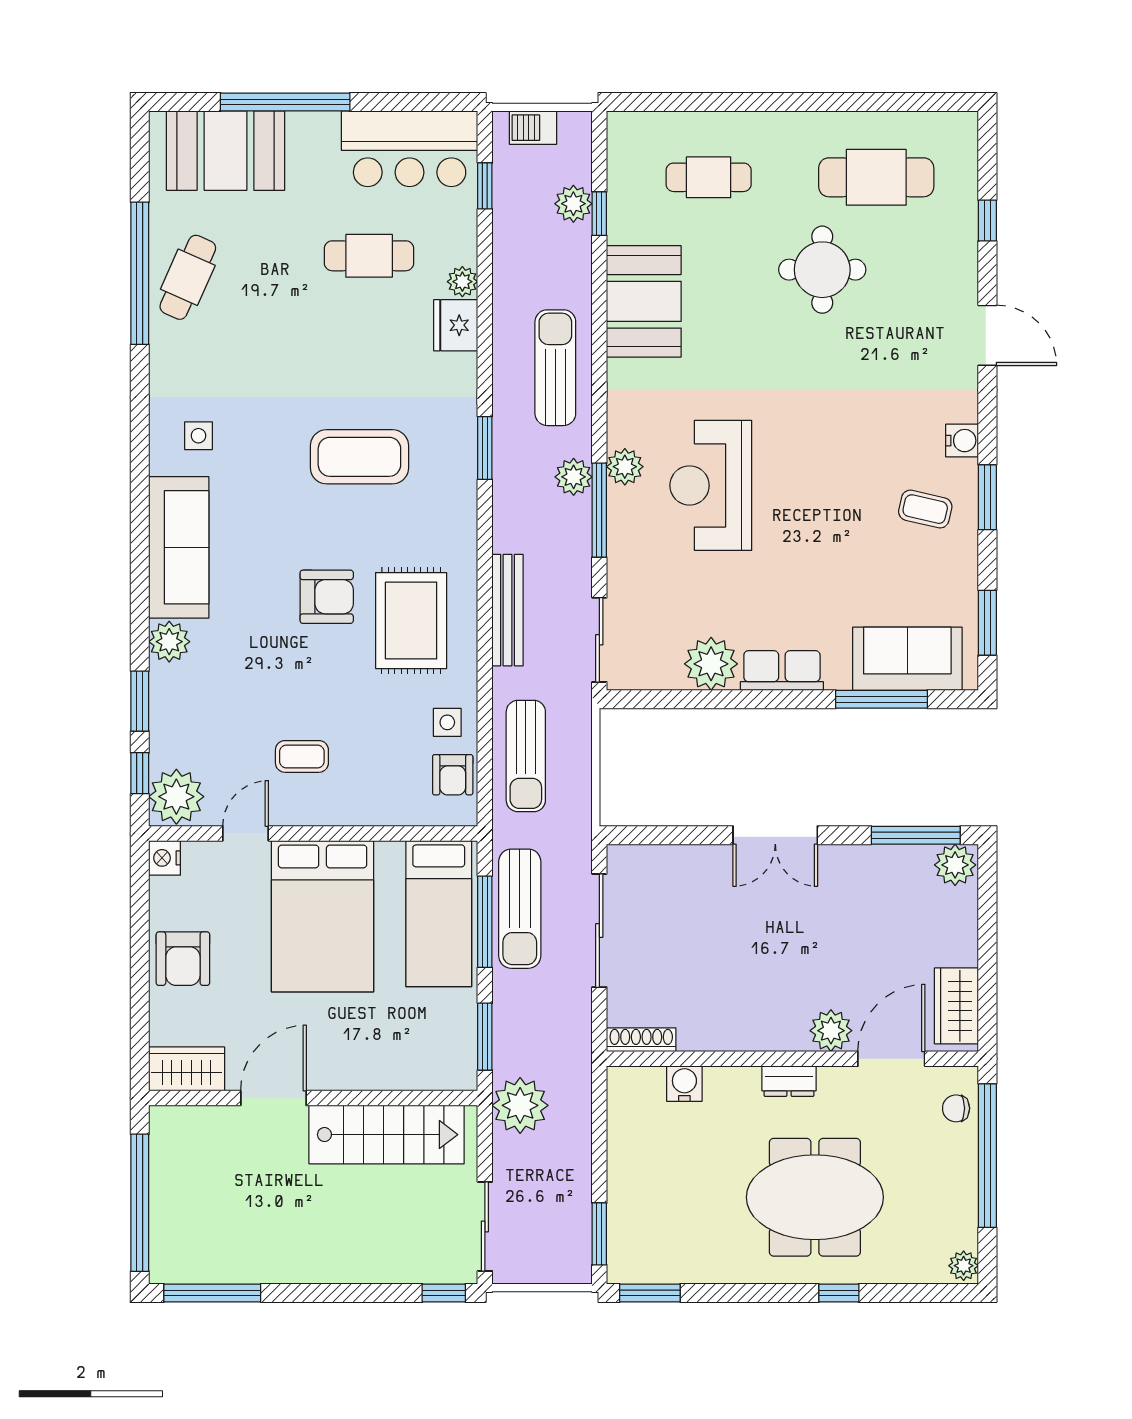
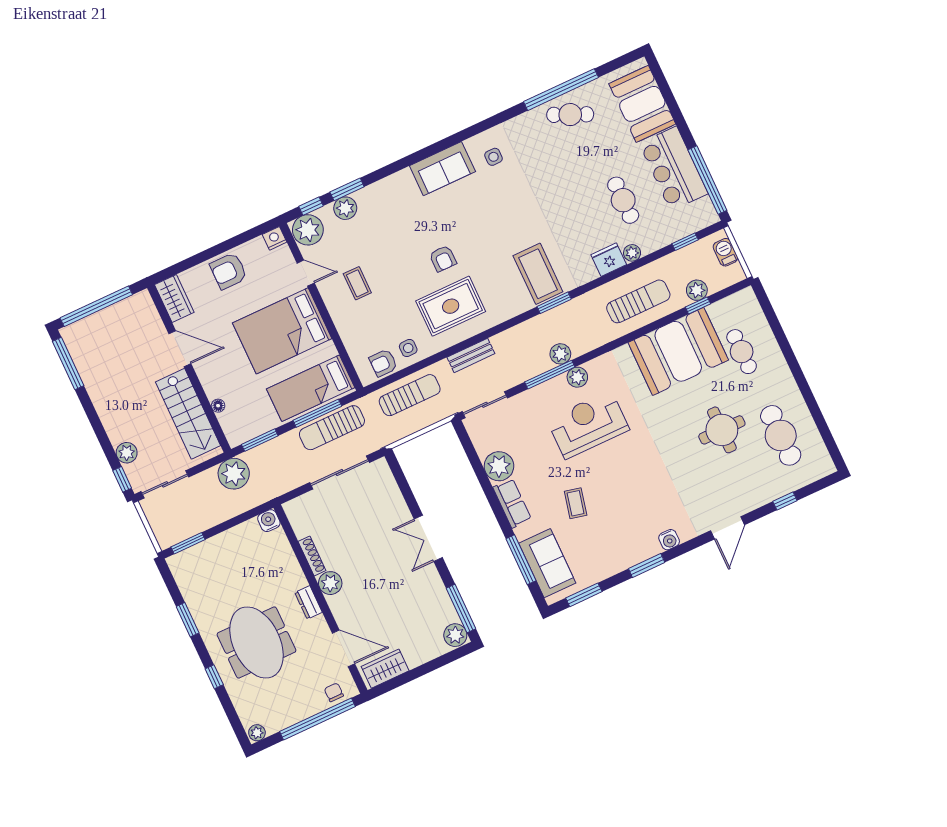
window: (285, 102) -> (707, 180), moved
bar counter: (410, 149) -> (674, 169), moved
booth: (644, 301) -> (678, 351), width x1.36, depth x1.42
sun lounger: (555, 368) -> (638, 301), moved
coffee table: (359, 457) -> (538, 274), moved
coffee table: (925, 509) -> (576, 503), moved
sofa: (179, 547) -> (442, 169), width x0.73
armchair: (327, 597) -> (443, 258), width x0.72, depth x0.72
bench: (508, 610) -> (471, 355), width x0.73
plant: (169, 642) -> (345, 208), moved
sun lounger: (526, 756) -> (410, 395), turned 180
plant: (831, 1031) -> (330, 583), moved
shoe rack: (641, 1040) -> (312, 556), moved
floor lamp: (396, 1079) -> (218, 406), added
water cooler: (684, 1084) -> (269, 521), moved, turned -90
plant: (404, 1265) -> (127, 453), added
window: (650, 1293) -> (188, 620), moved

